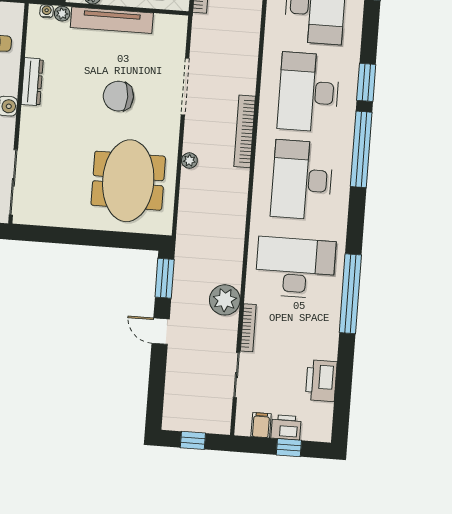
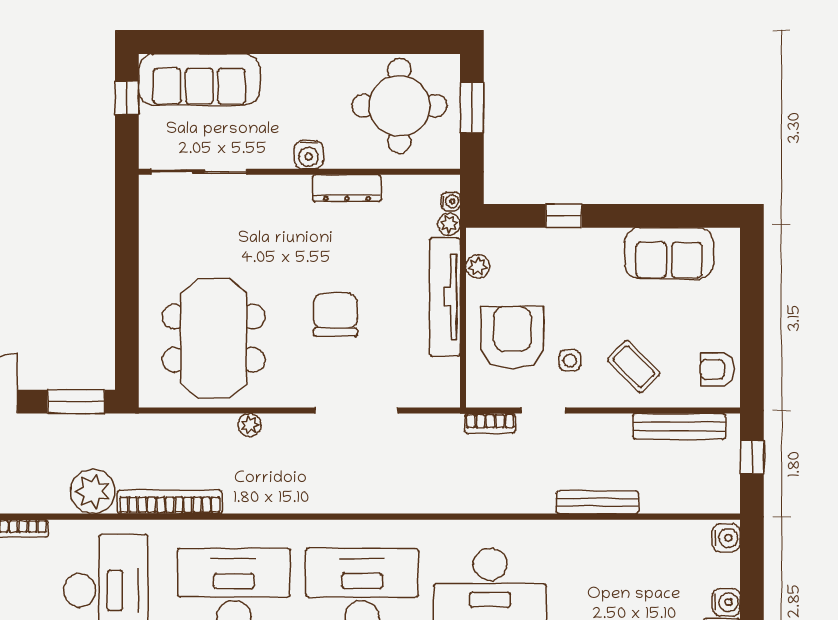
bookcase: (245, 131) -> (170, 502), moved
meeting table: (128, 181) -> (214, 338), turned 90
plant: (225, 300) -> (93, 491), moved

